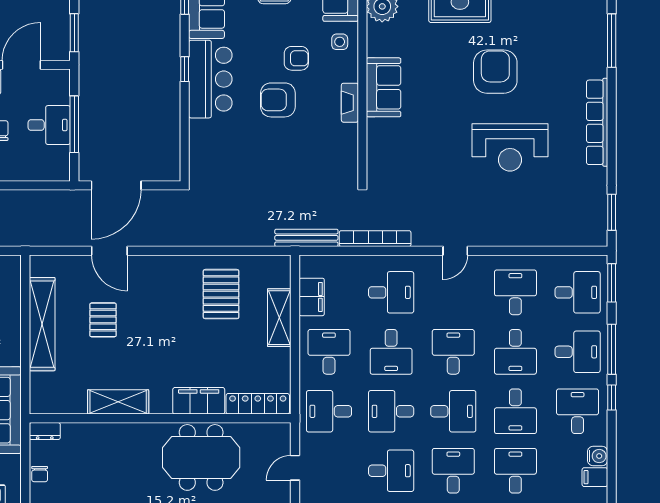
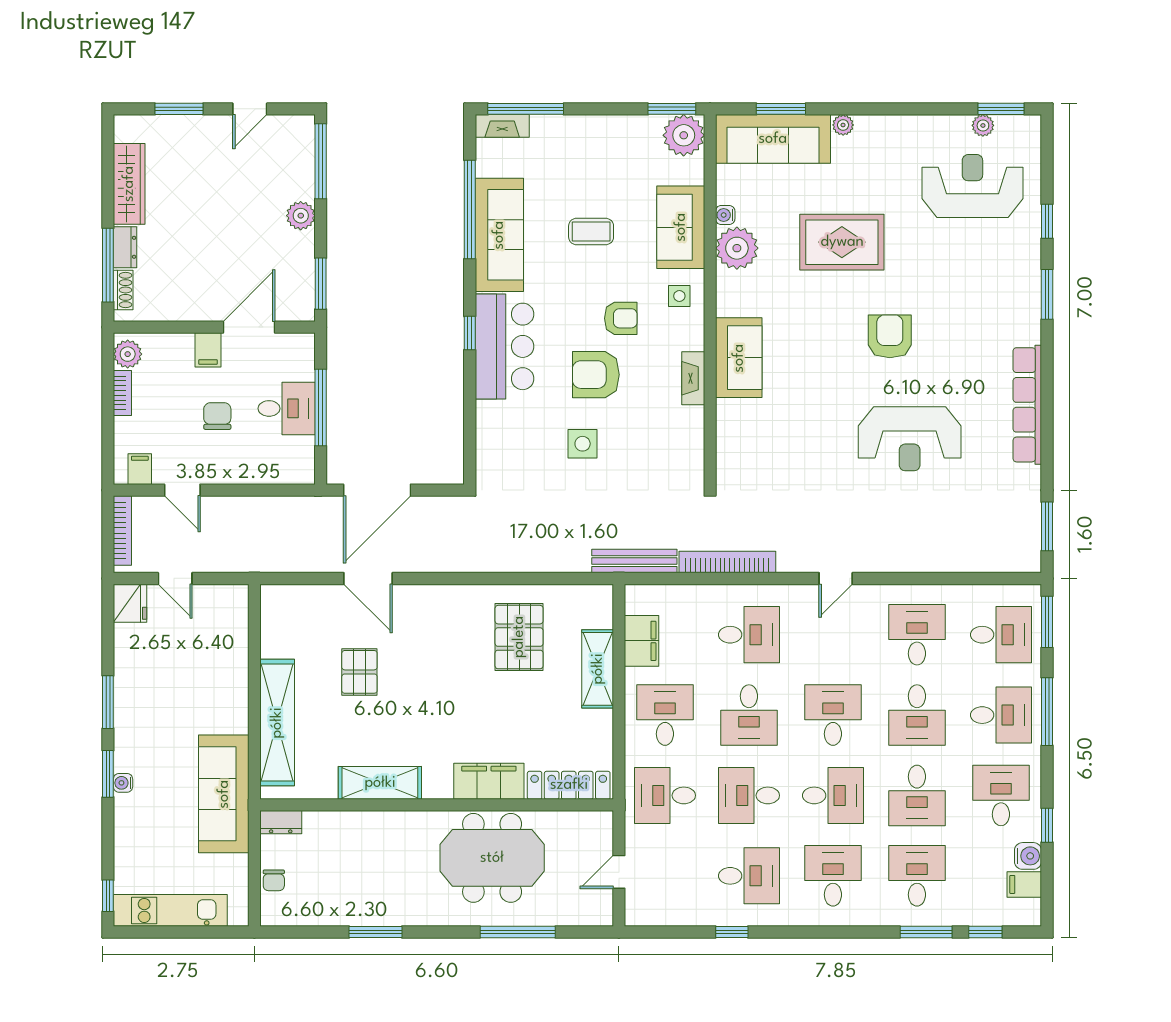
window: (612, 41) -> (1047, 294), width x0.69
armchair: (495, 72) -> (890, 336), width x0.73, depth x0.73
side table: (268, 151) -> (583, 444), added
shelving: (42, 324) -> (277, 723), moved
window: (612, 397) -> (1047, 825), moved

